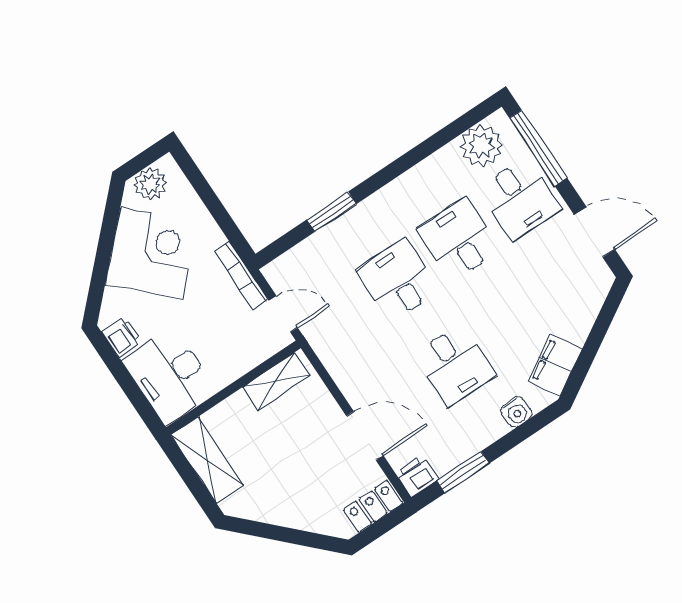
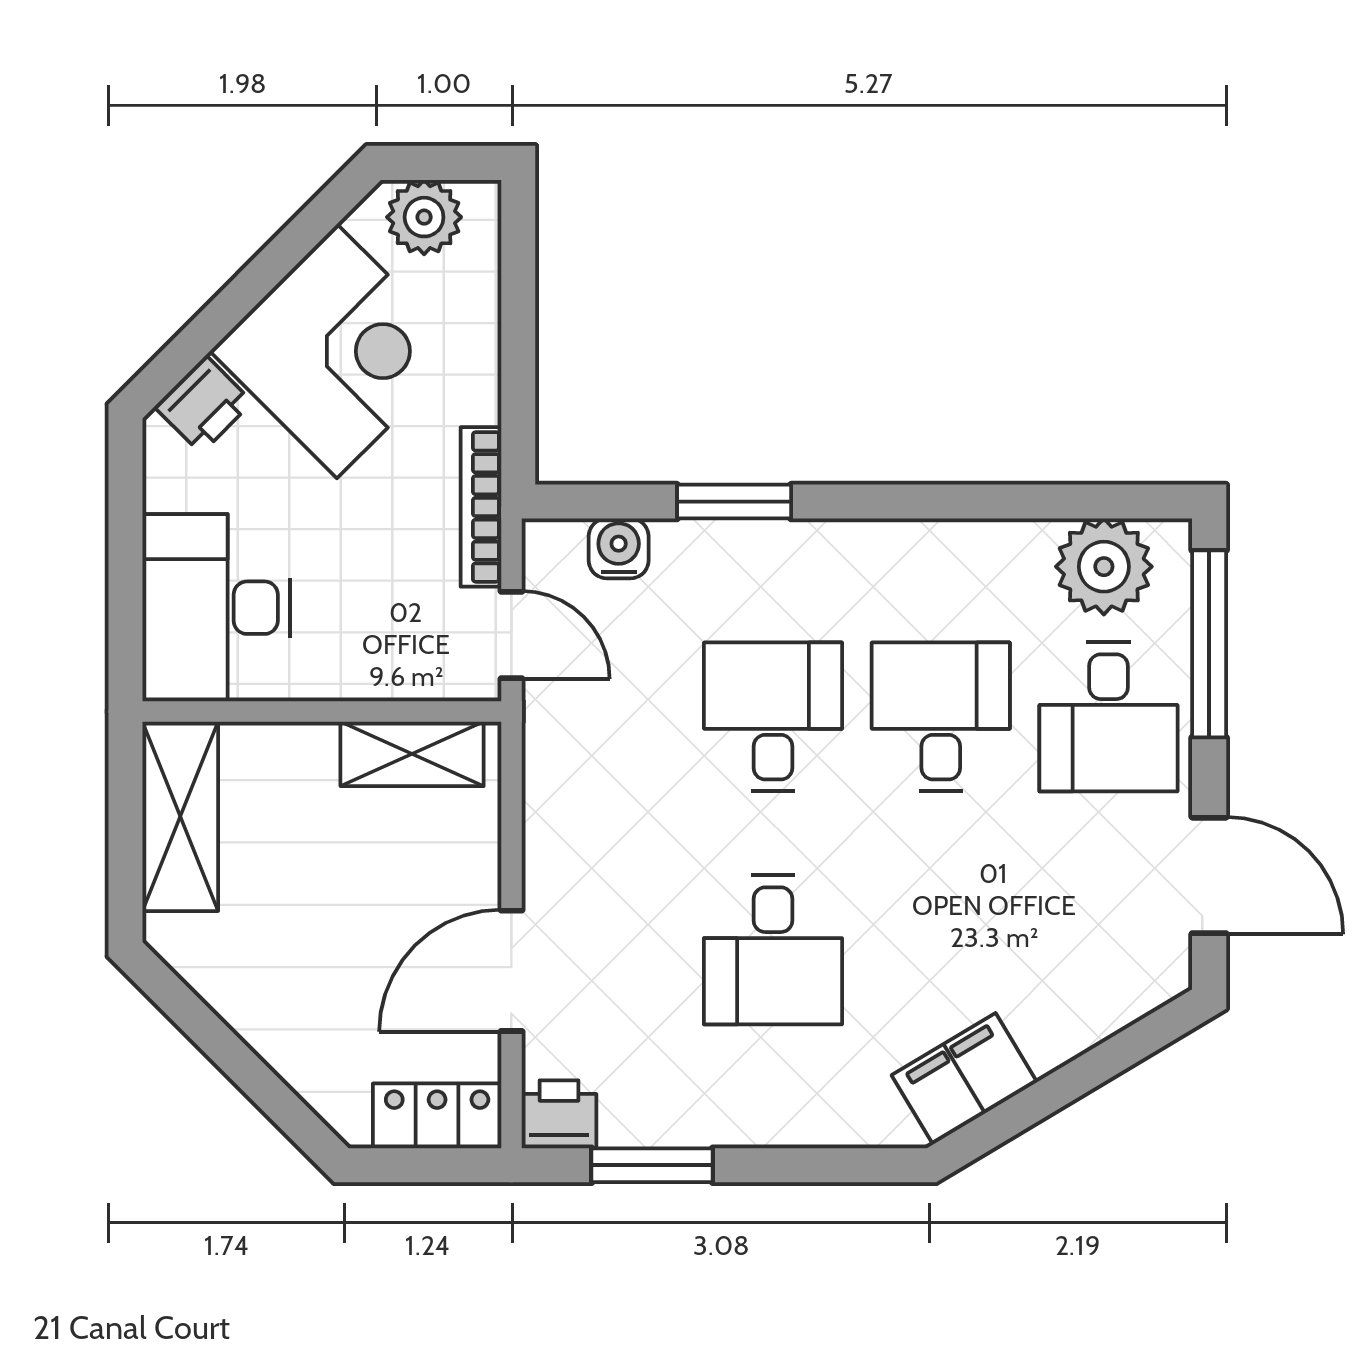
printer: (122, 336) -> (203, 404), moved, turned 45
water cooler: (516, 412) -> (619, 548), moved, turned 180
door: (365, 436) -> (511, 971), swing flipped

